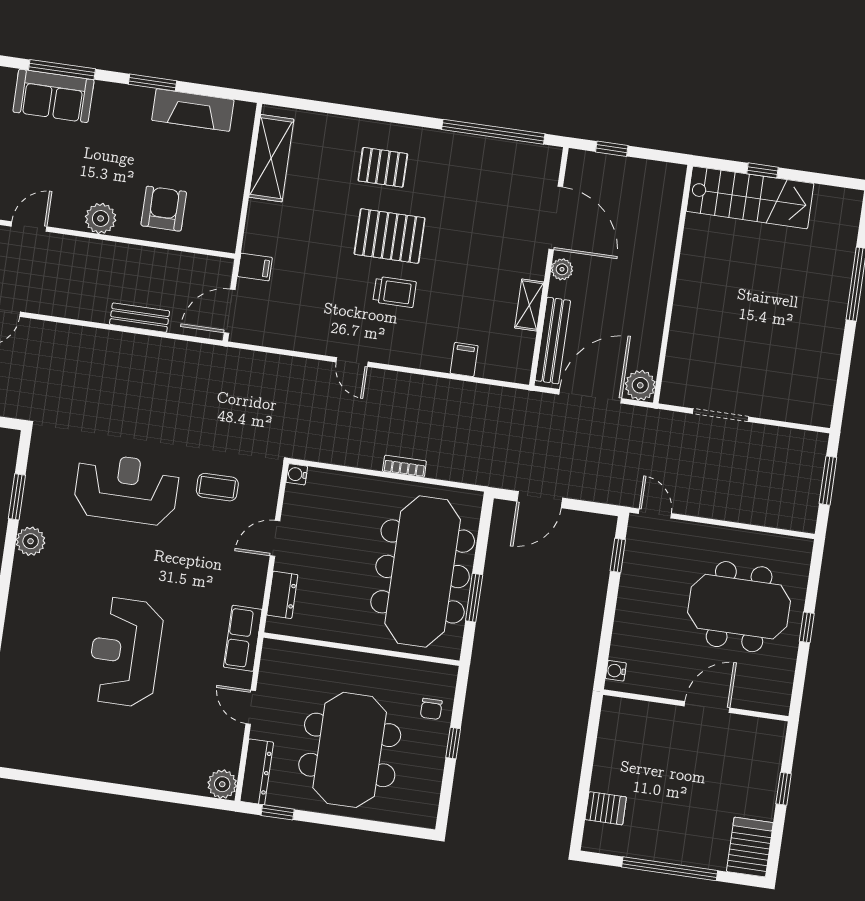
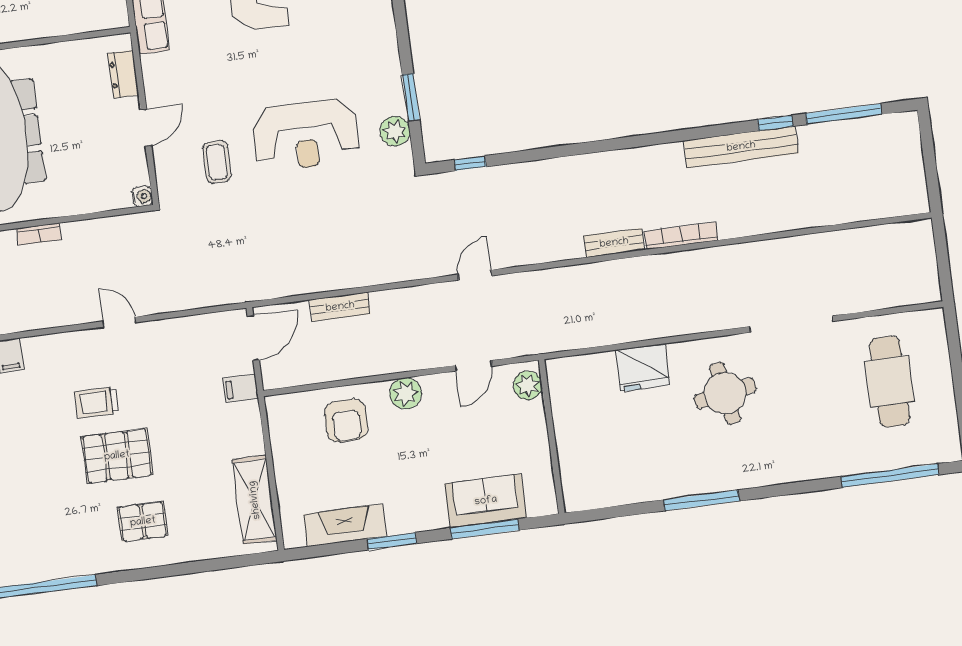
coffee table: (217, 487) -> (217, 162), turned 90
plant: (31, 541) -> (395, 131), moved

